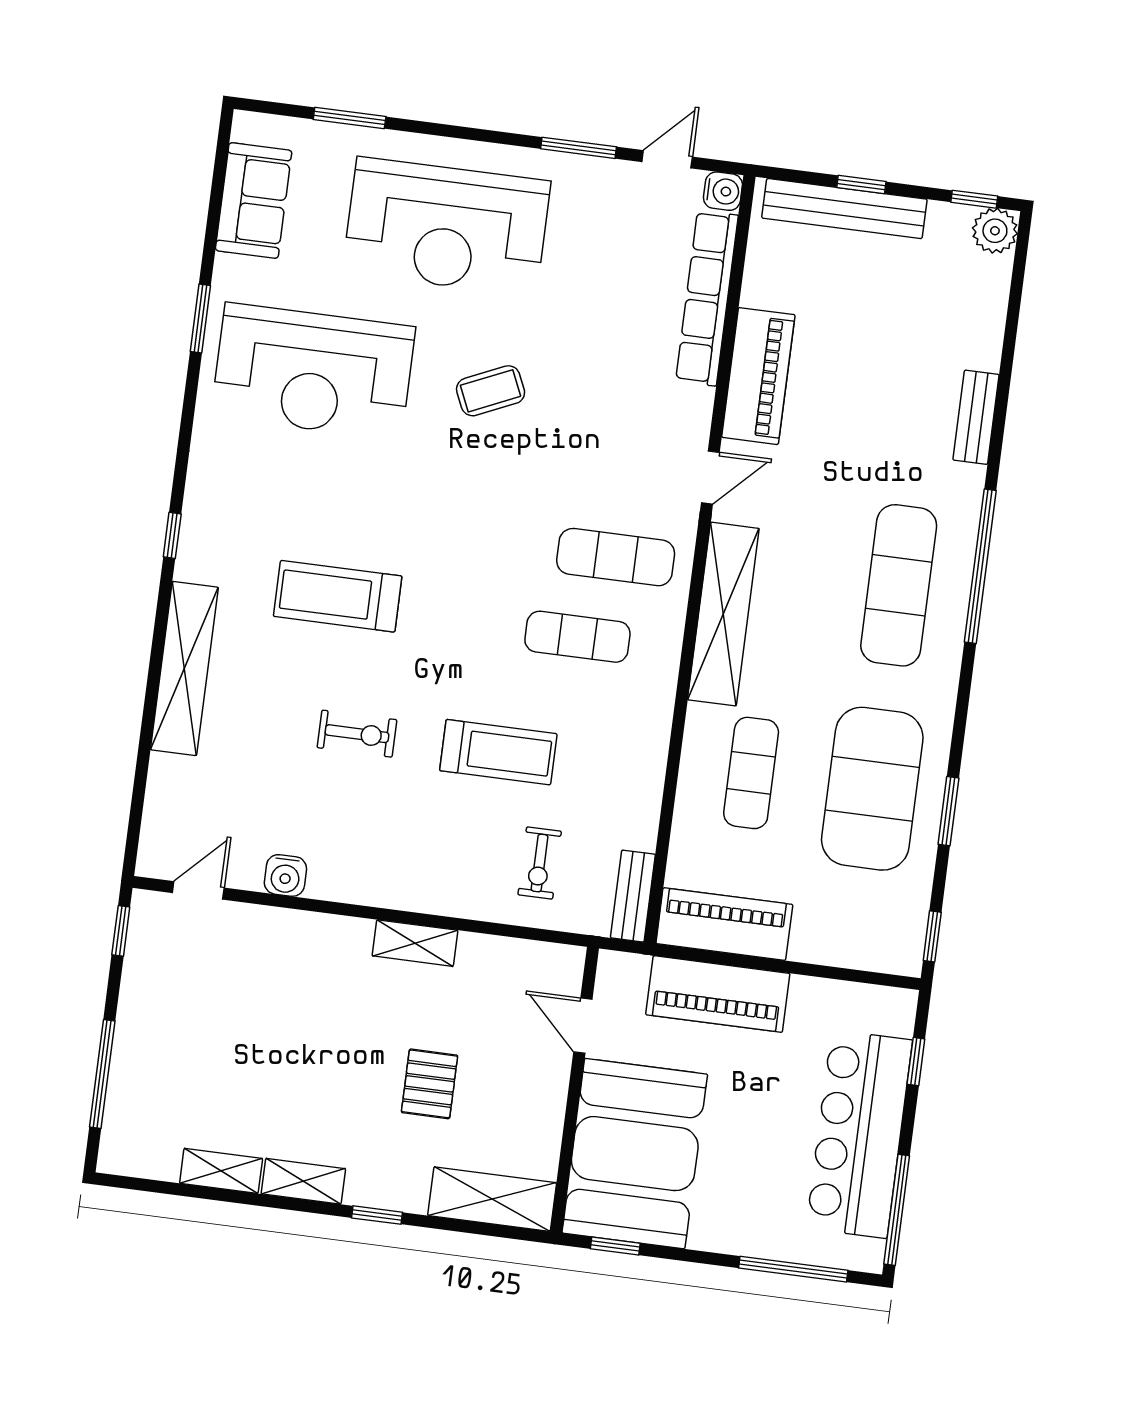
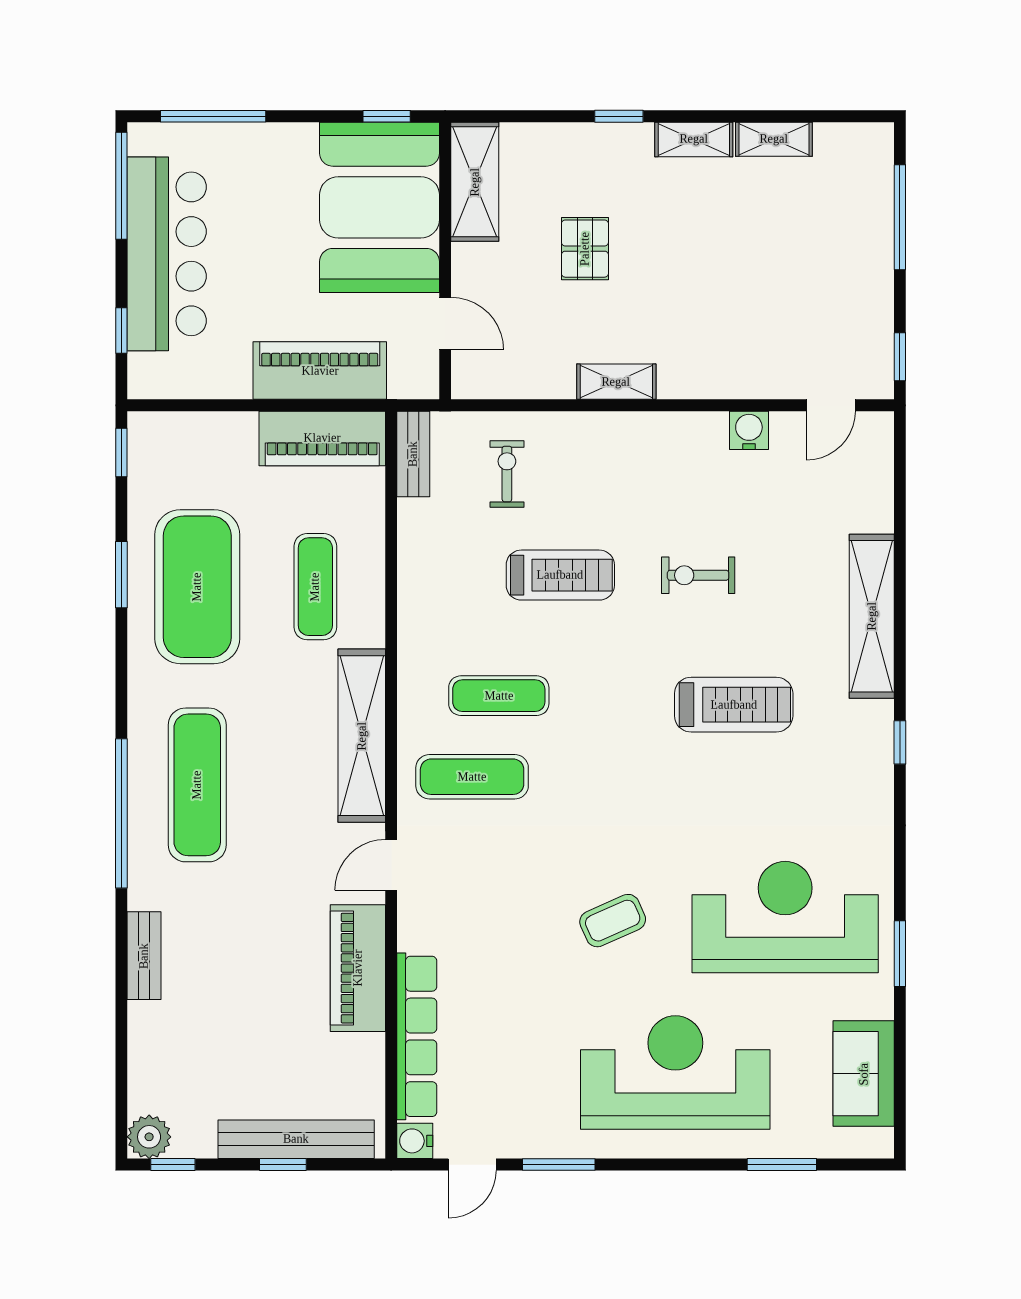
treadmill: (498, 752) -> (560, 575), turned 180
shelving: (492, 1199) -> (475, 182), moved, turned 90

